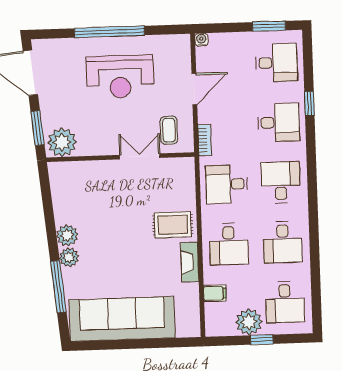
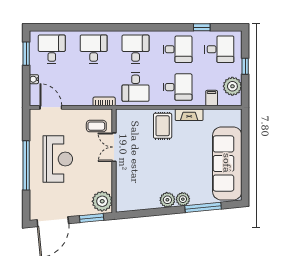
water cooler: (201, 40) -> (34, 79), moved
door: (194, 89) -> (51, 107), moved
window: (309, 103) -> (202, 27), moved
desk: (281, 182) -> (136, 49), turned 90
plant: (249, 322) -> (232, 86), moved

